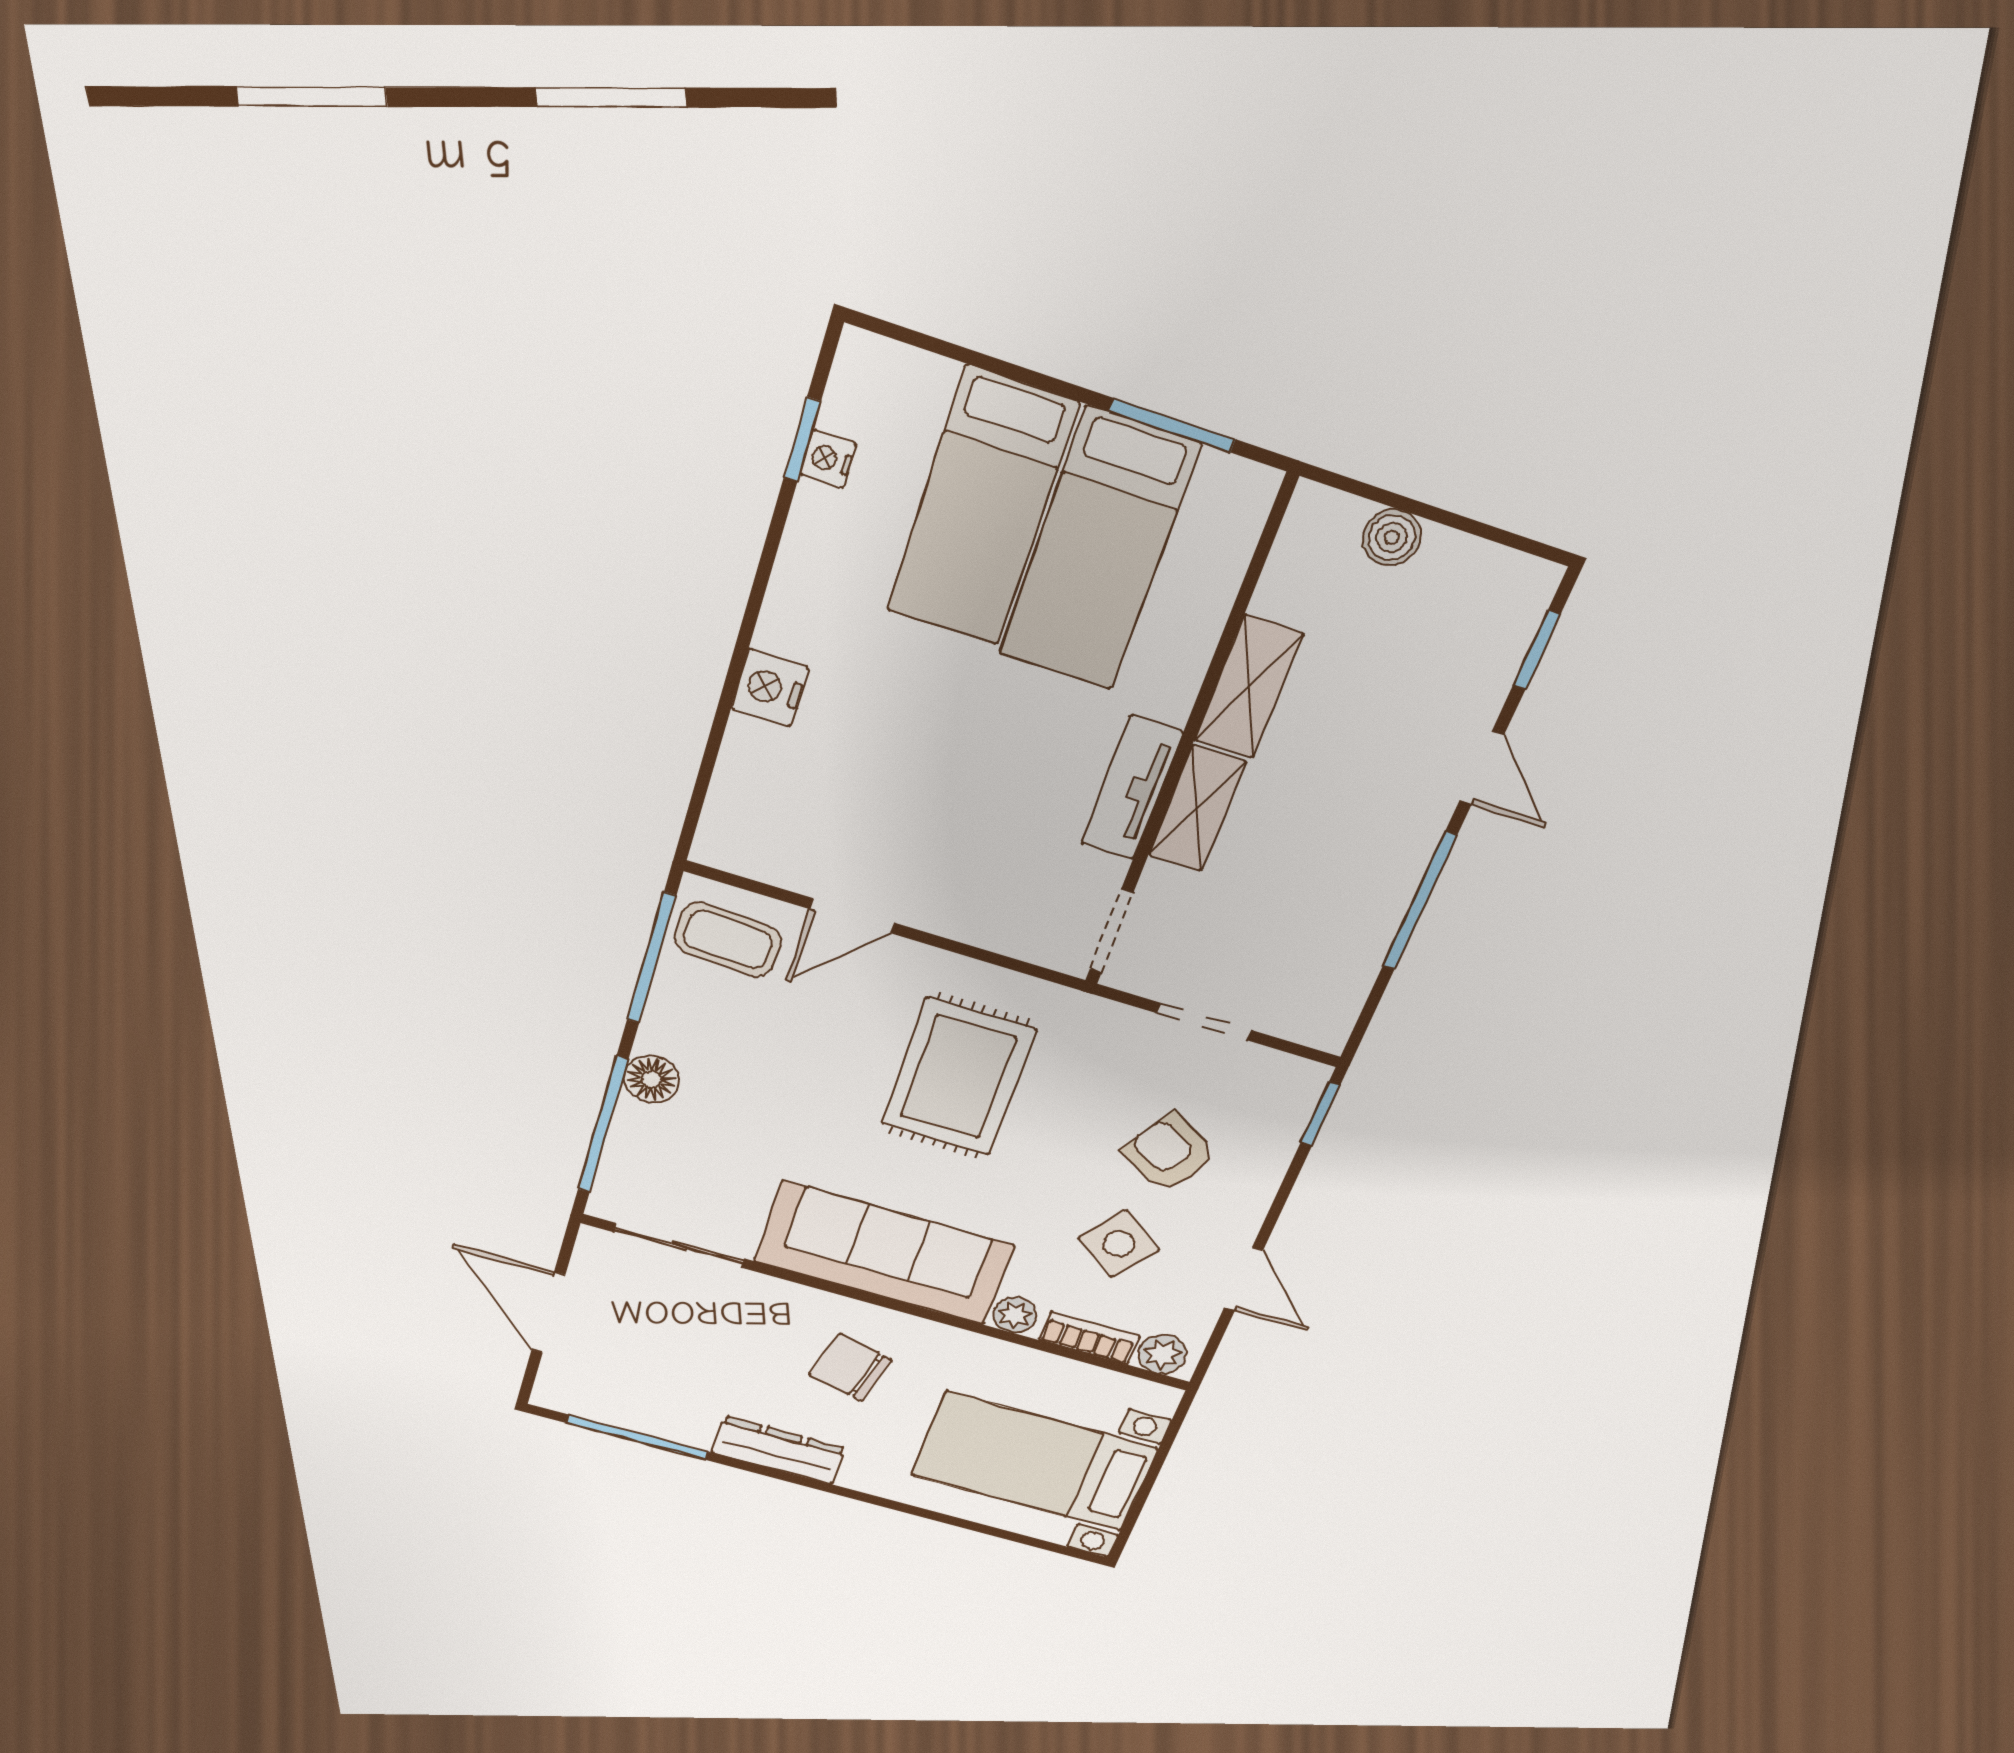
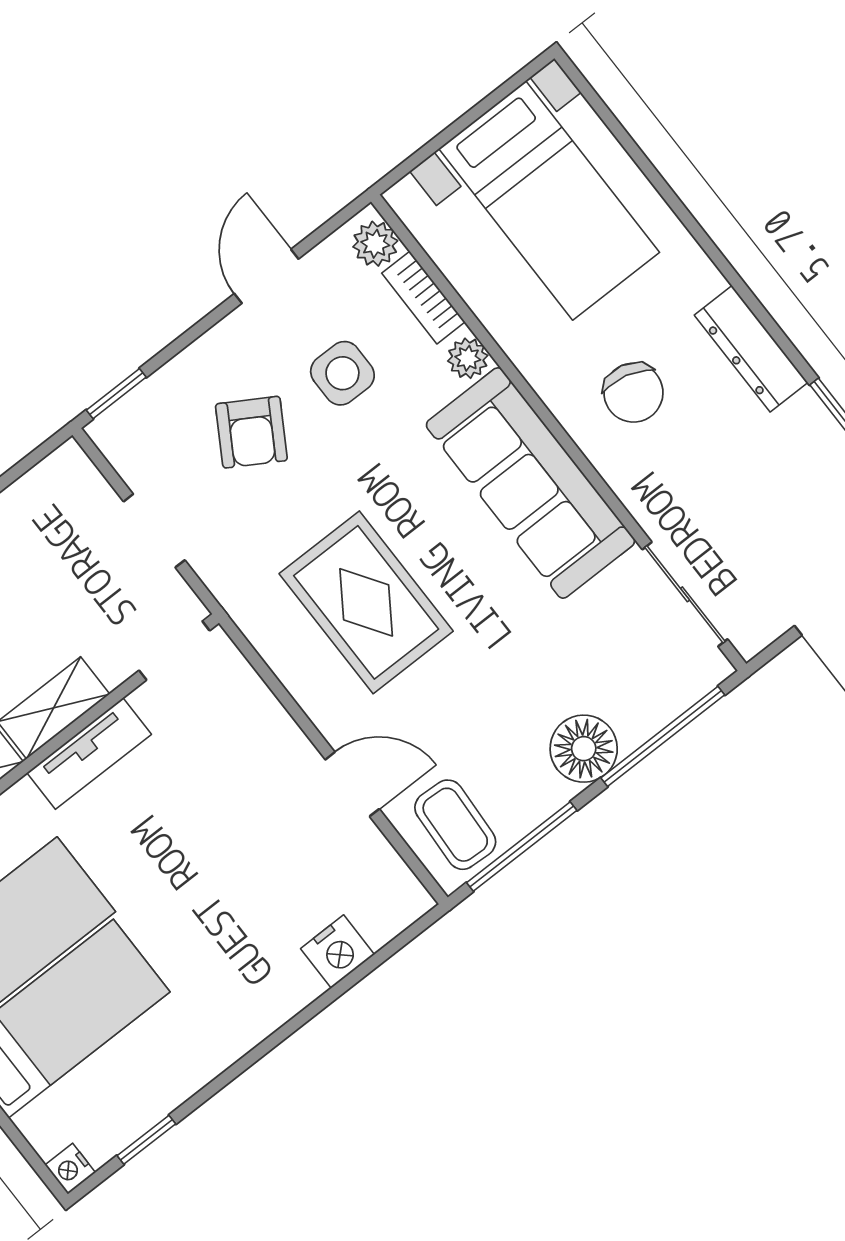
nightstand: (828, 459) -> (70, 1169), moved, turned 90
nightstand: (770, 688) -> (338, 952), moved
rug: (958, 1077) -> (366, 602), turned 90
floor lamp: (651, 1079) -> (584, 749), width x1.38, depth x1.38
side table: (1119, 1244) -> (342, 373), turned -36

